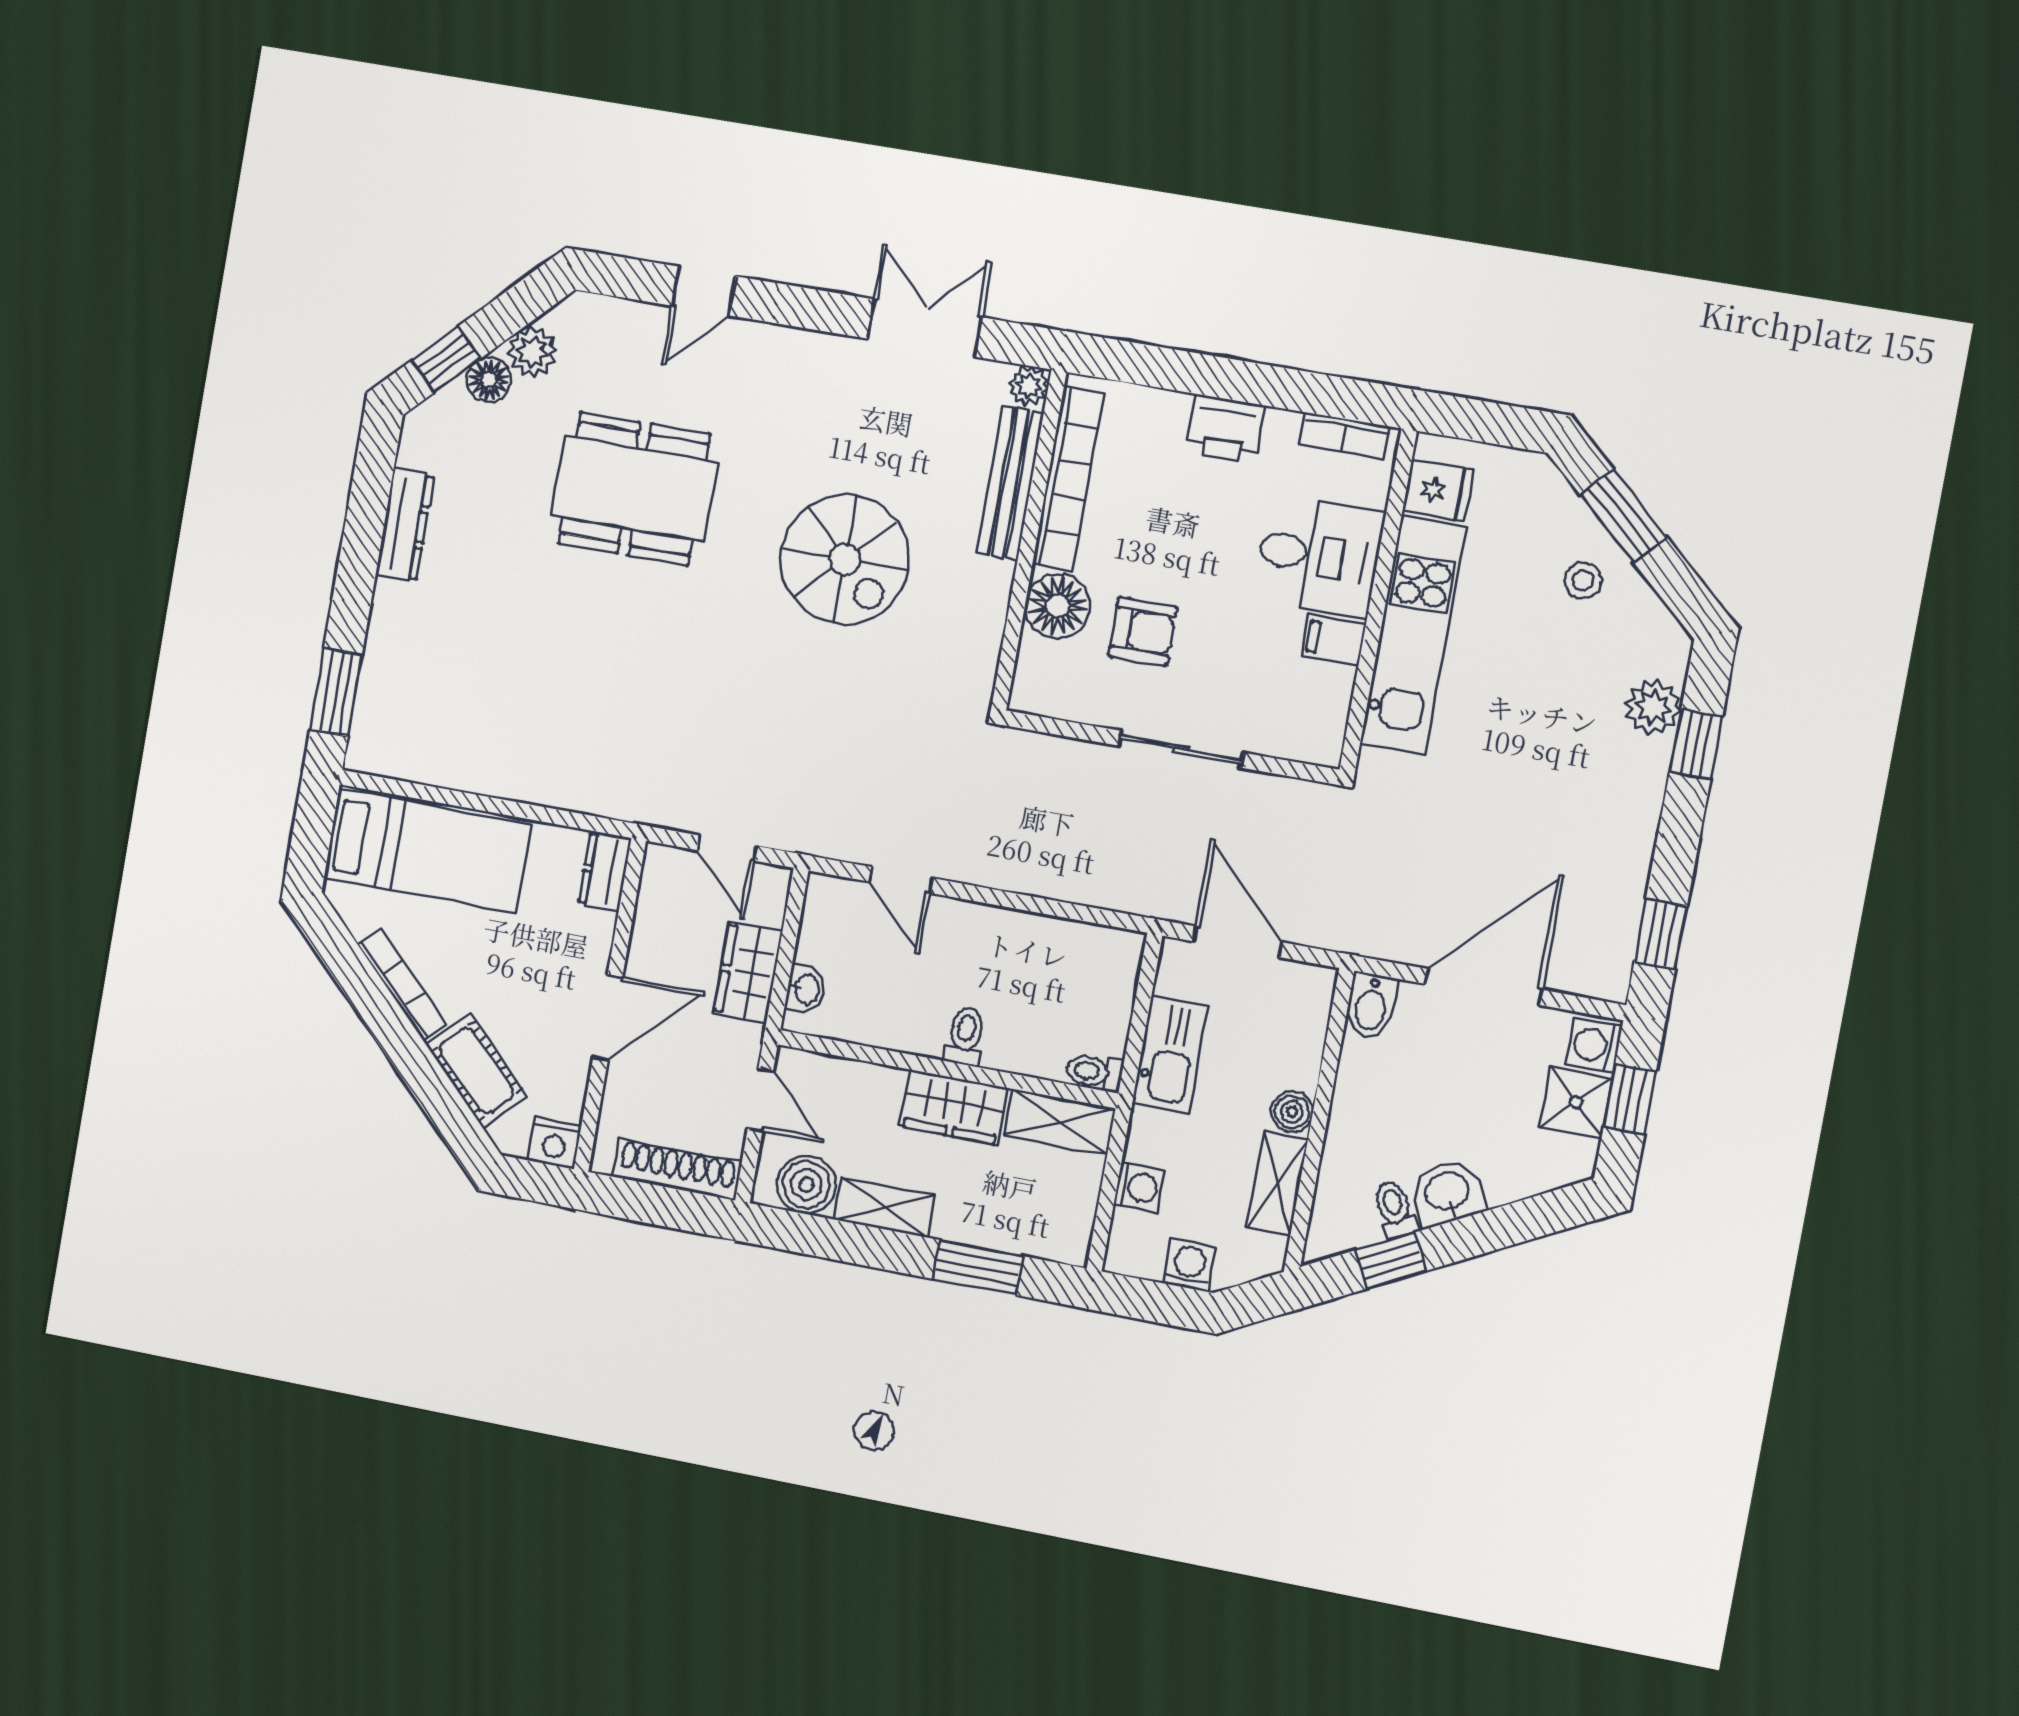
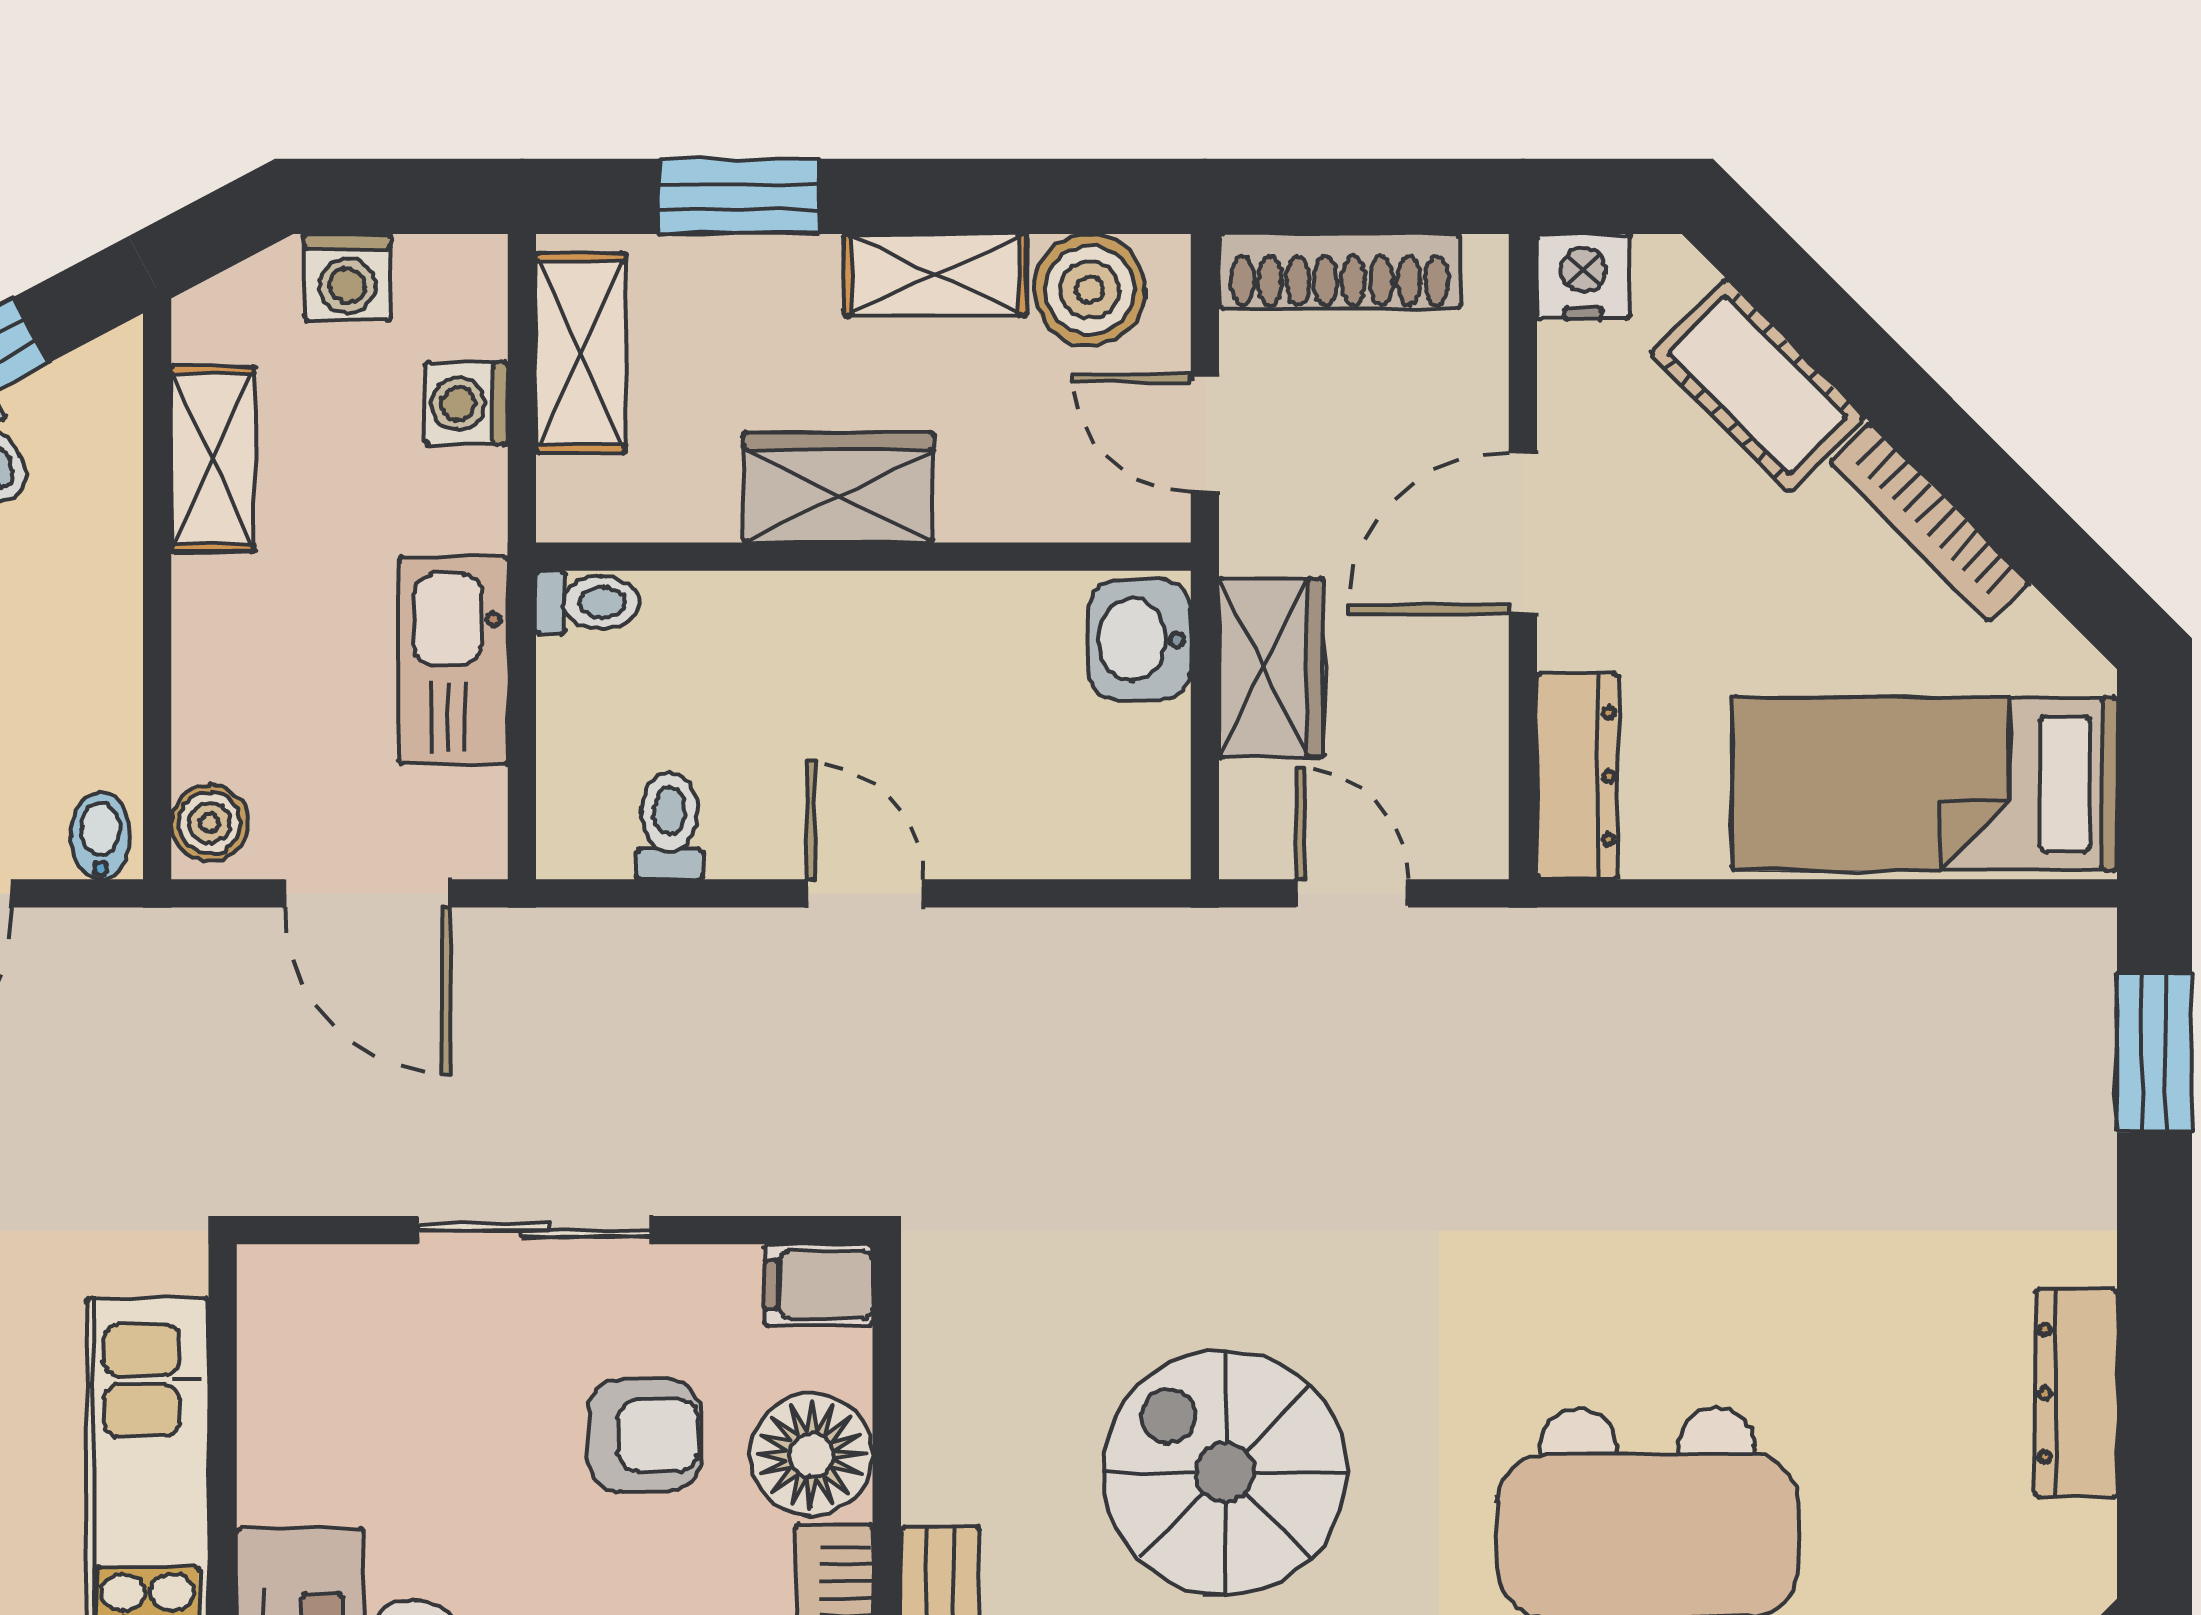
armchair: (1143, 631) -> (645, 1435), turned 180
filing cabinet: (1334, 640) -> (819, 1285), moved, turned 180
dresser: (605, 871) -> (1577, 776), width x1.44
door: (901, 880) -> (865, 893), moved
washbasin: (806, 989) -> (1140, 640), width x1.38, depth x1.45
bidet: (1371, 1006) -> (101, 836), width x0.72, depth x0.74
toilet: (966, 1036) -> (669, 826), moved, turned 180
boiler: (1292, 1112) -> (210, 823), moved
shelving: (1060, 1122) -> (581, 353), moved, turned 90

